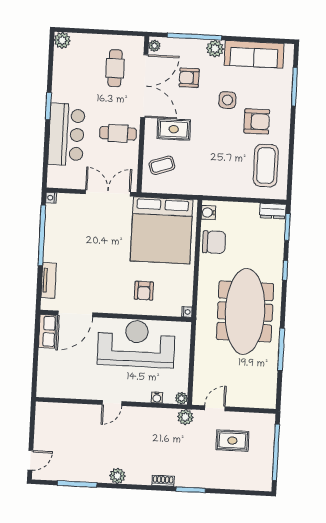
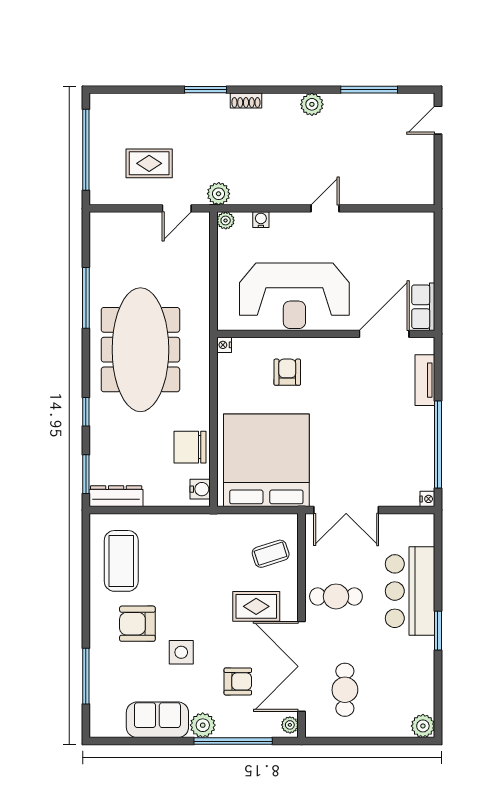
sofa: (254, 54) -> (157, 720), width x0.73
dresser: (273, 211) -> (116, 496), width x1.44

